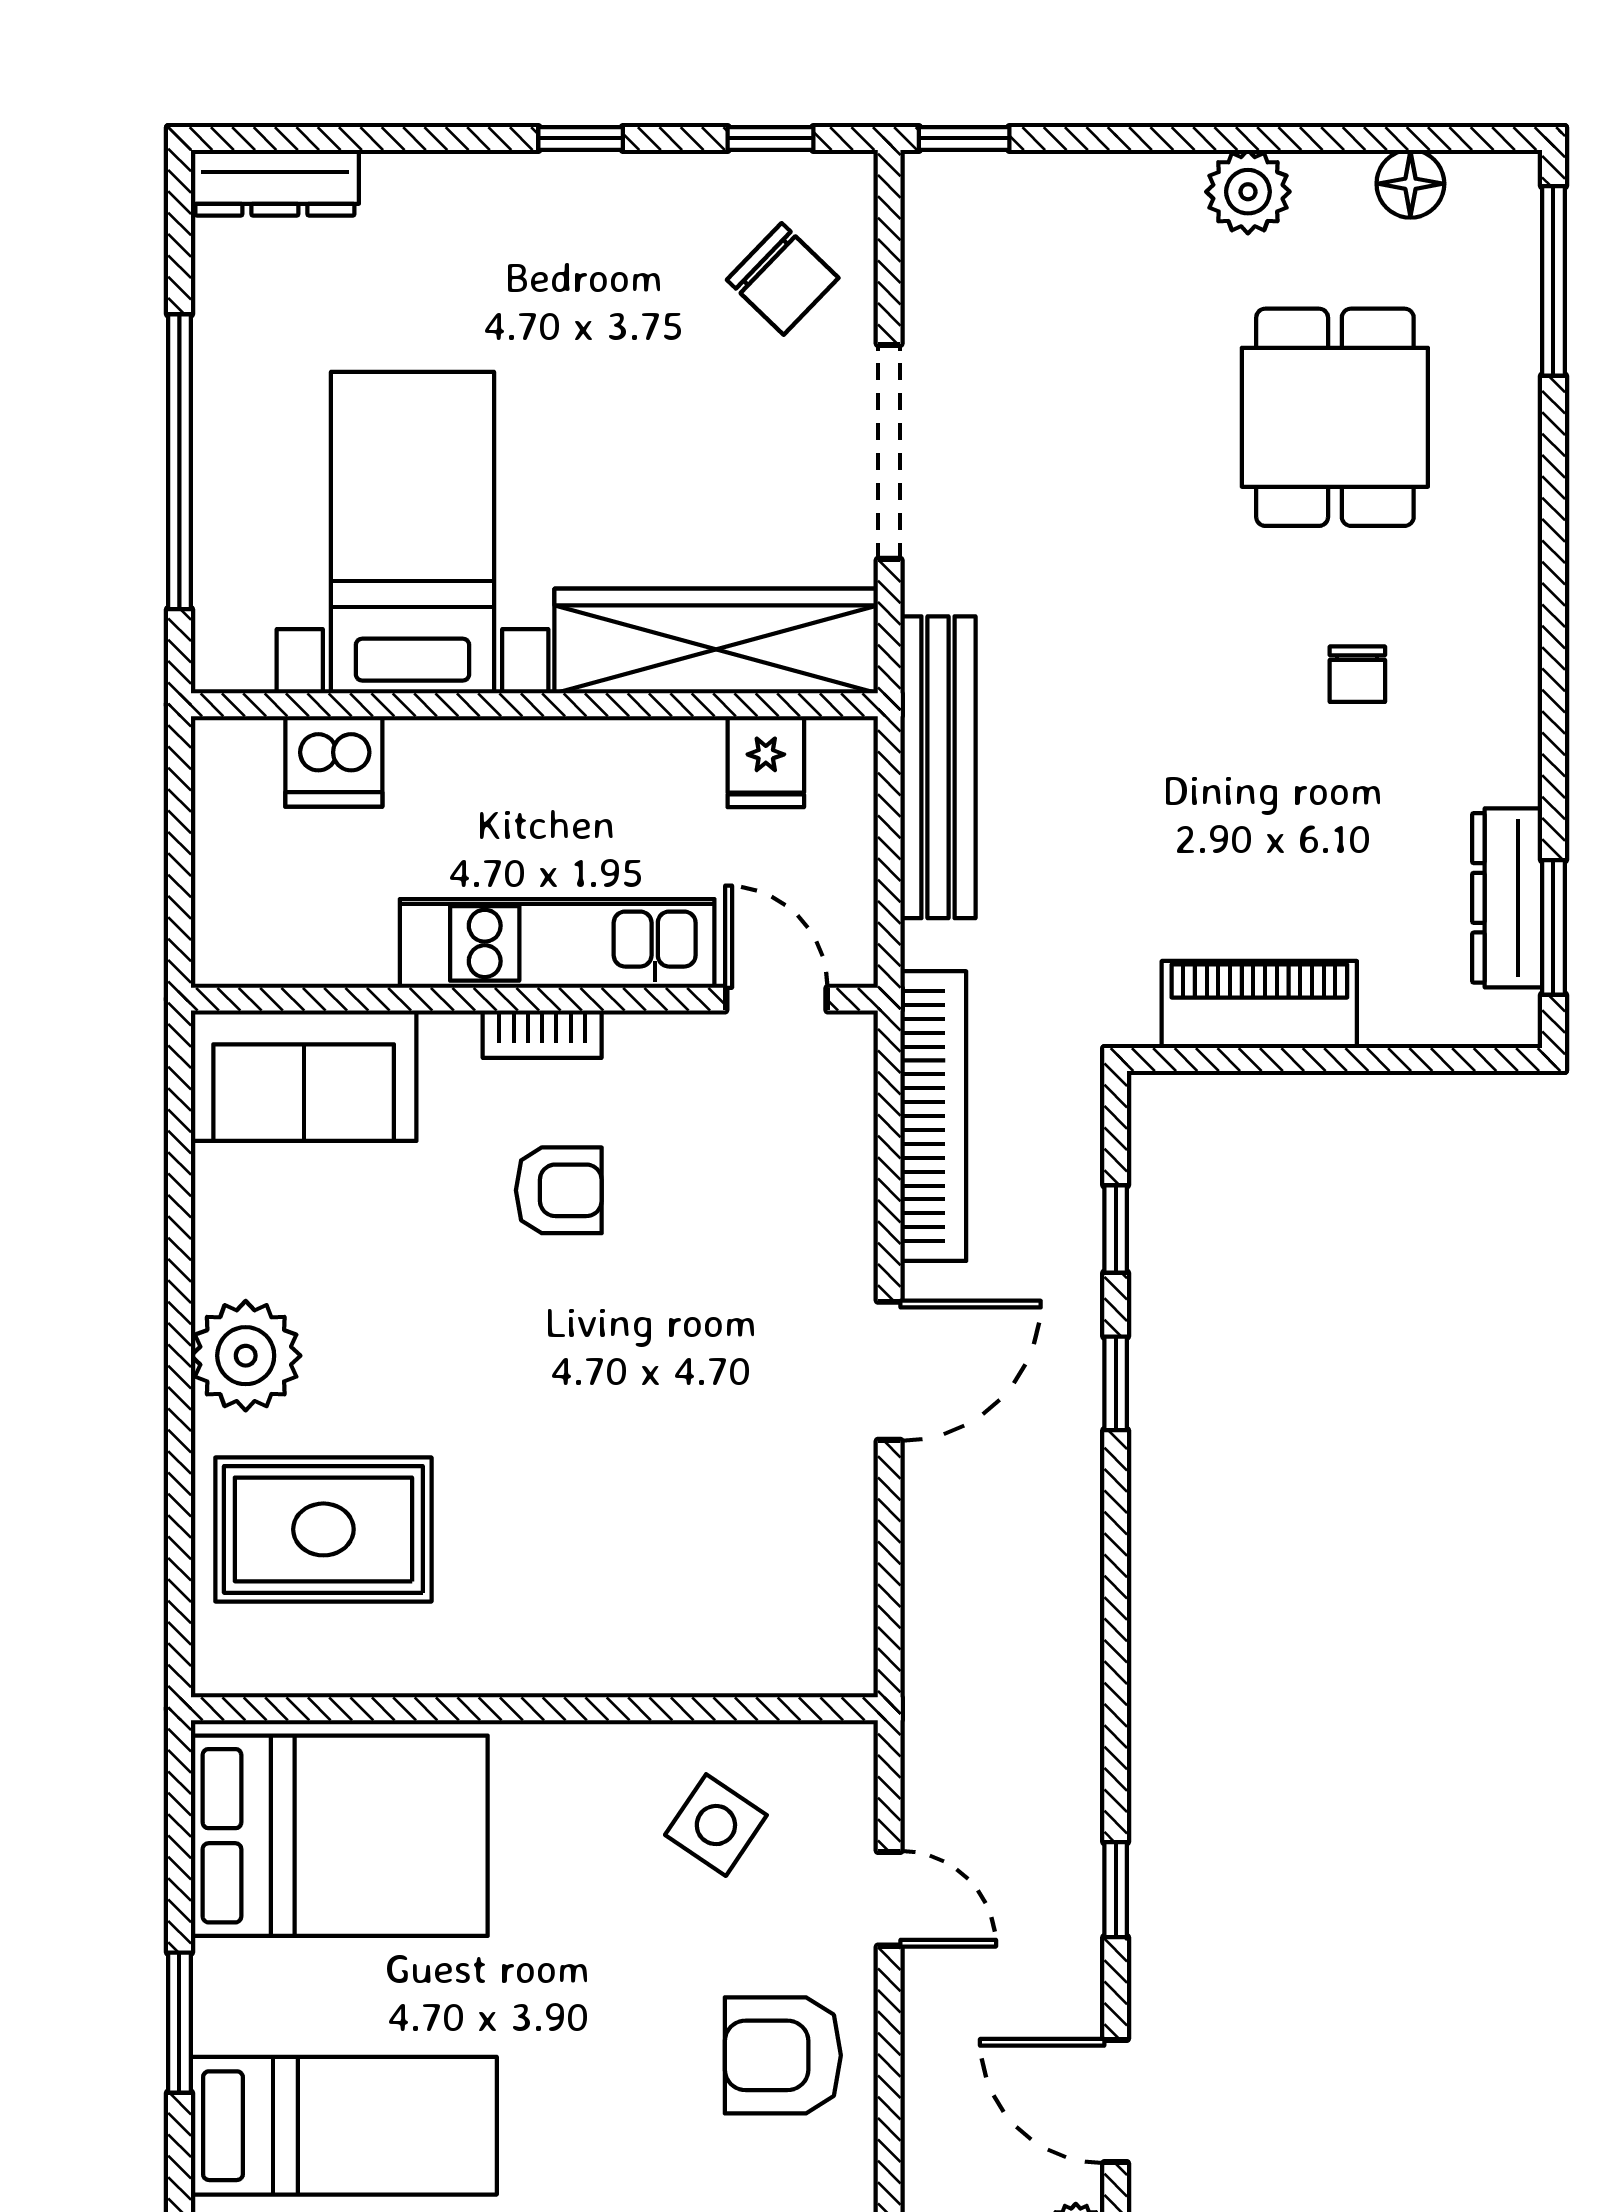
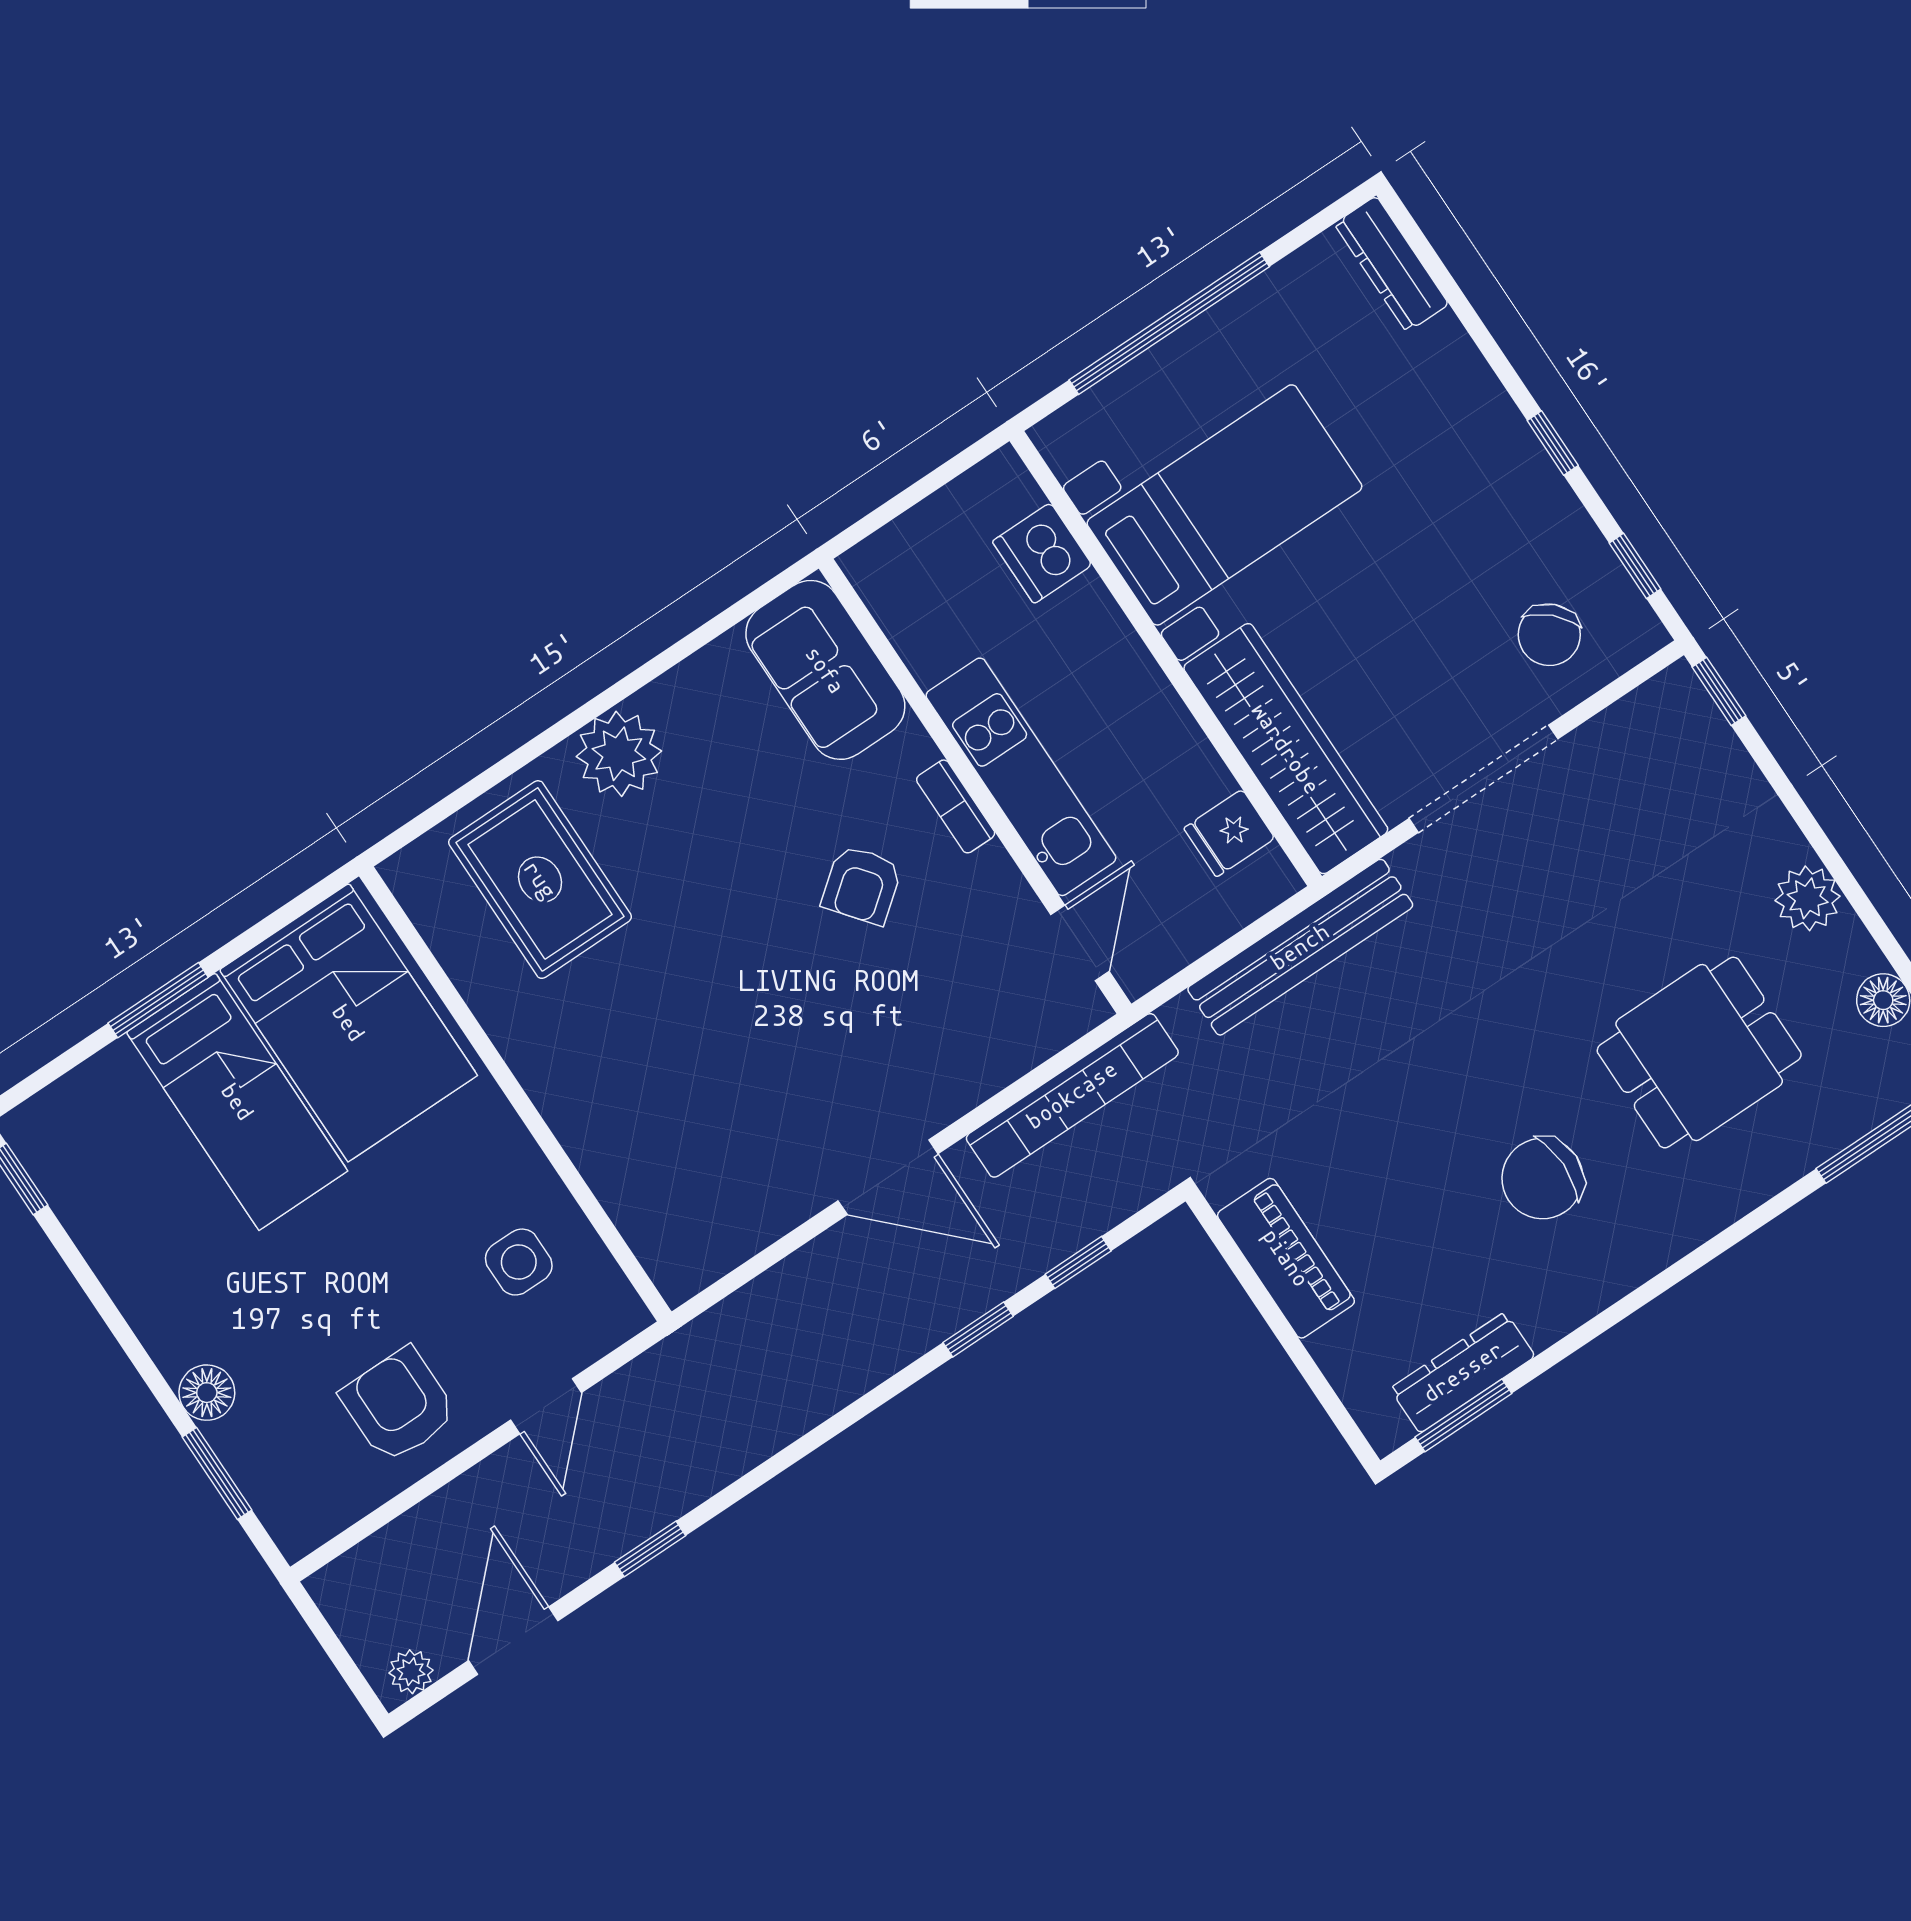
chair: (1357, 674) -> (1542, 1178), width x1.87, depth x1.87
armchair: (559, 1190) -> (862, 885), turned 52
side table: (716, 1825) -> (519, 1262), turned -34
bed: (344, 2126) -> (237, 1102), moved

